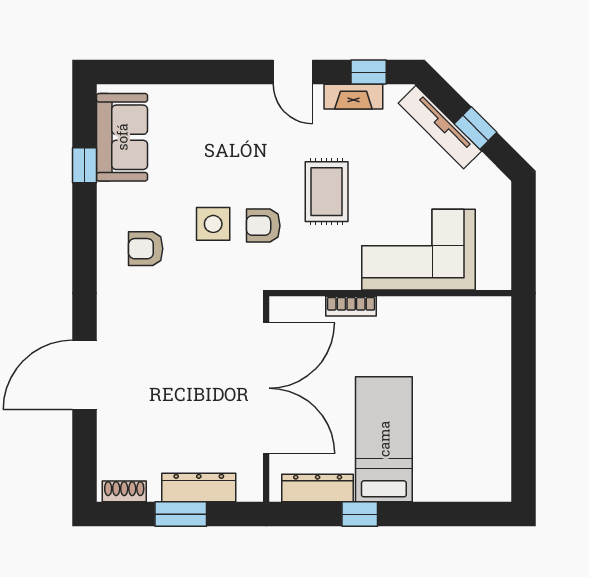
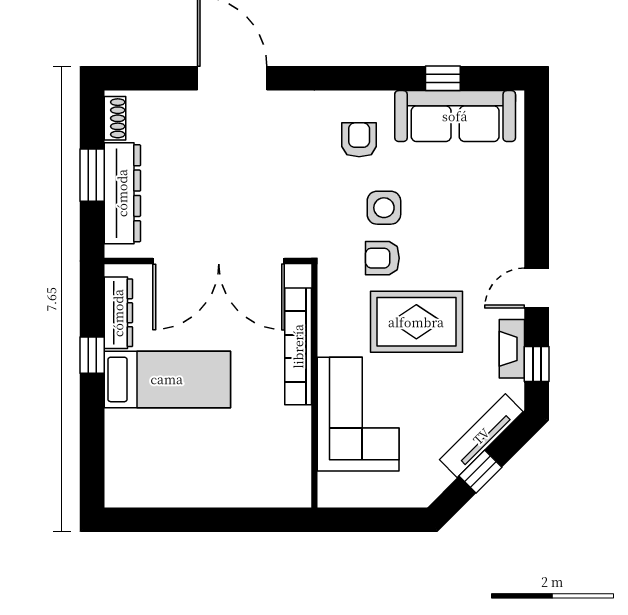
sofa: (122, 137) -> (455, 116), width x1.36
rug: (327, 192) -> (416, 322), width x1.36, depth x1.43
armchair: (263, 226) -> (382, 258), turned -90
bookcase: (351, 306) -> (298, 346), width x2.31, depth x1.31
dresser: (199, 488) -> (122, 193), width x1.37, depth x1.24

